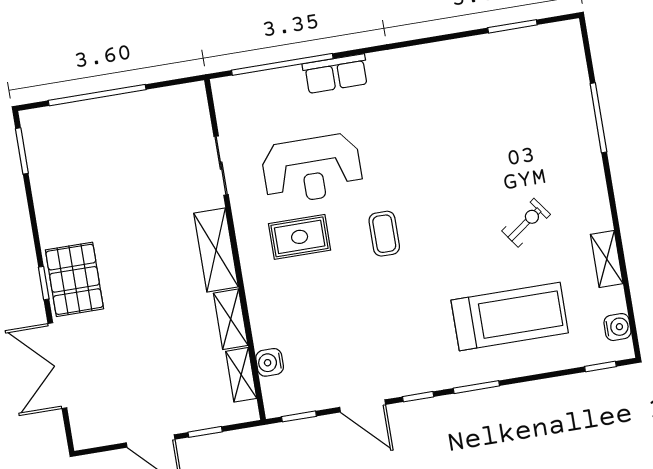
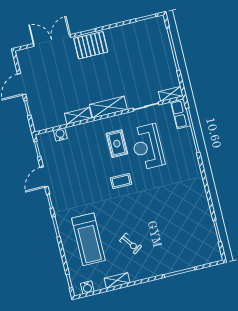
row of seats: (336, 74) -> (181, 114), moved
shelving: (241, 375) -> (171, 94), moved

